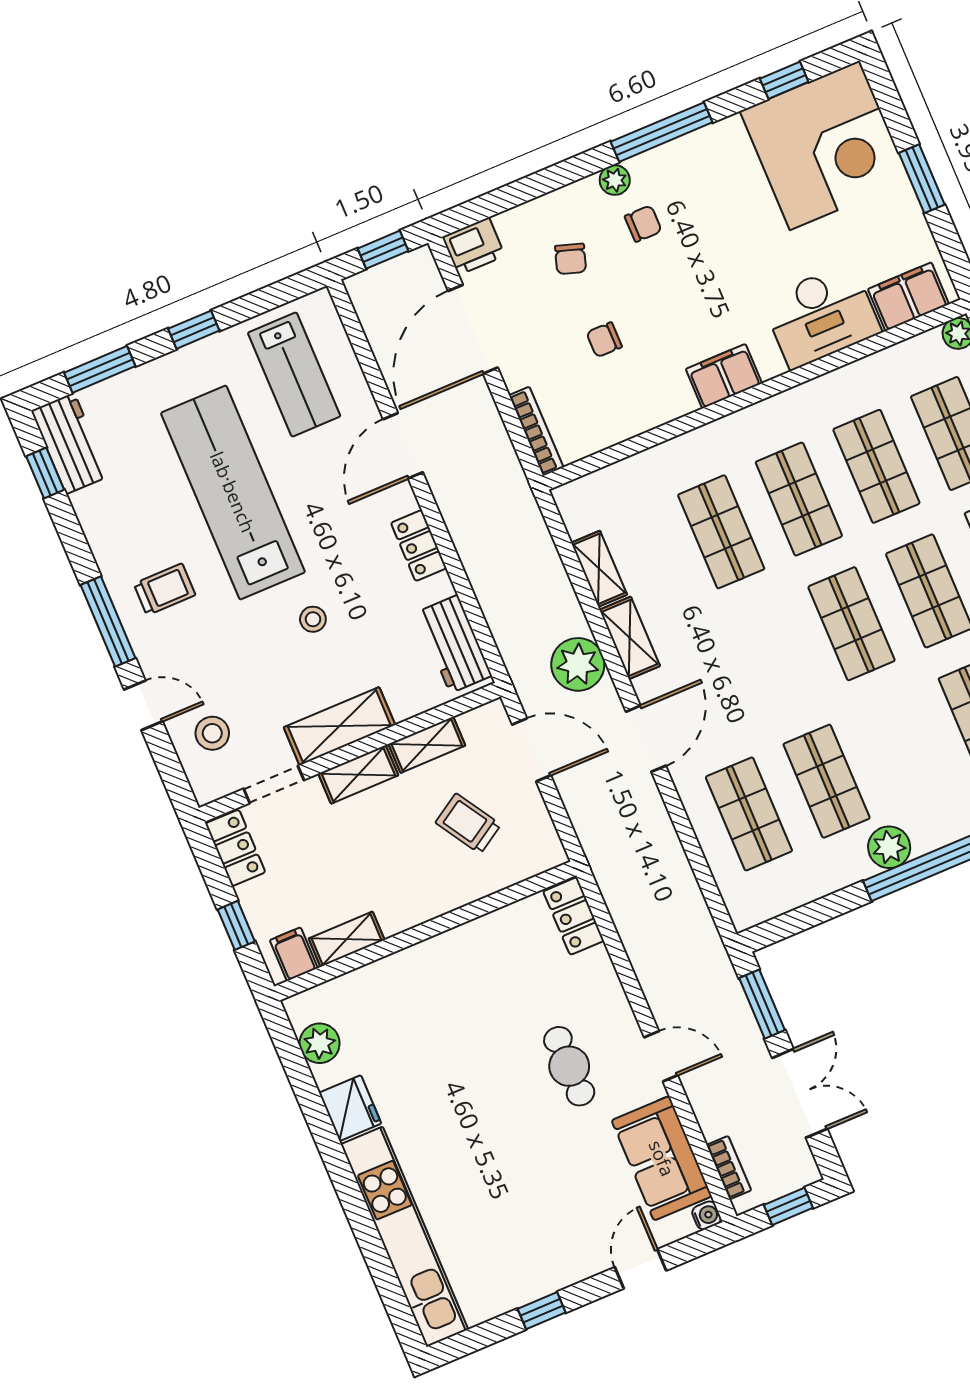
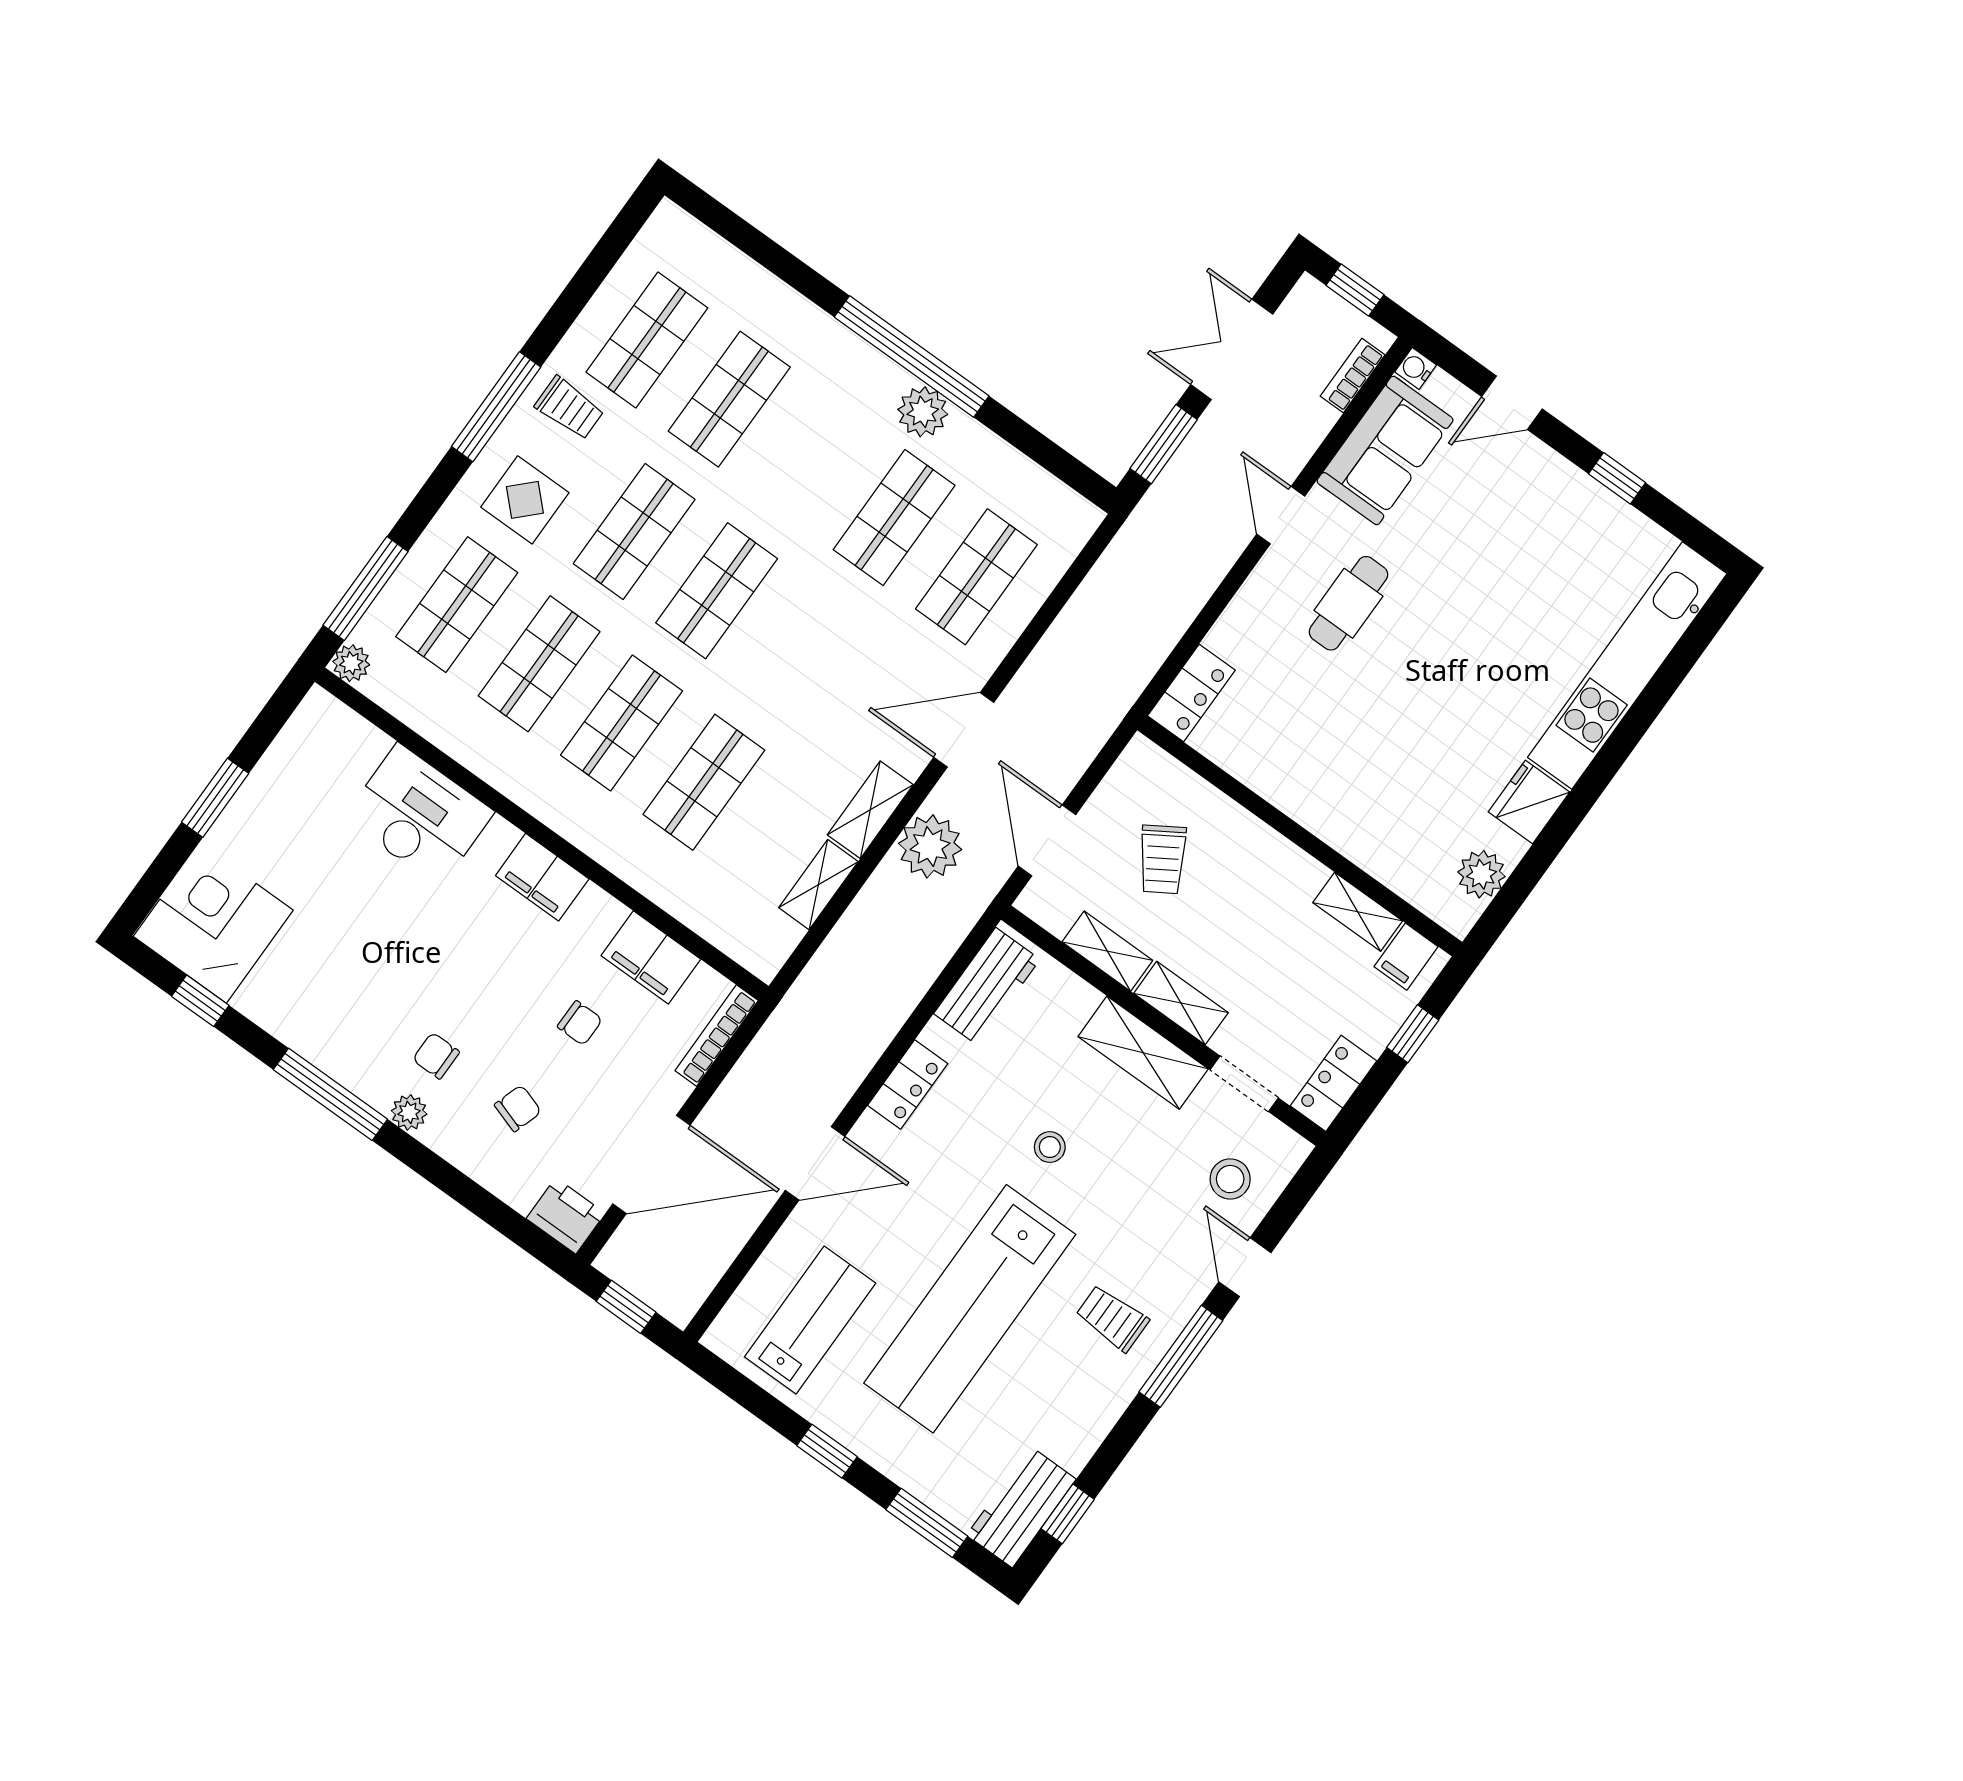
corner desk: (824, 146) -> (213, 923), width x0.74, depth x0.74
filing cabinet: (908, 297) -> (651, 957), moved

